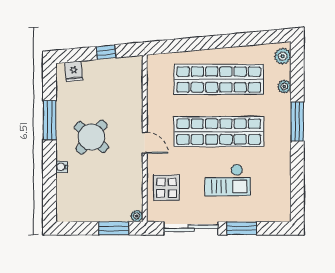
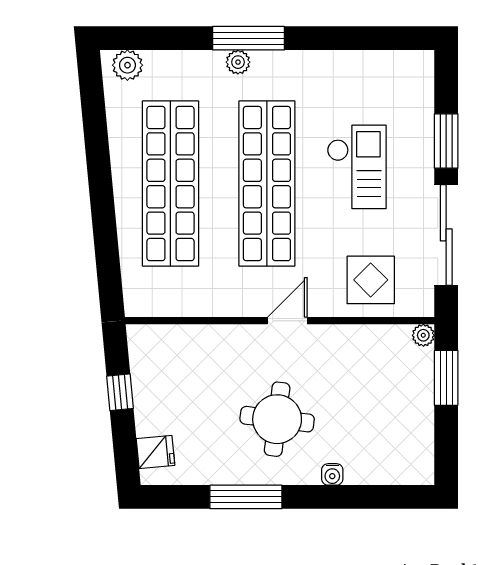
plant: (284, 87) -> (238, 62), moved
round table: (91, 137) -> (277, 419), turned -34

